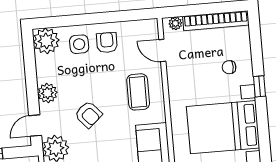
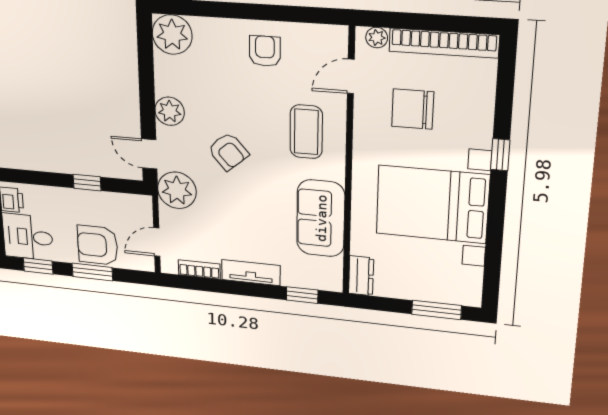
side table: (79, 44) -> (222, 47), removed
door: (162, 51) -> (351, 76), hinge flipped
chair: (229, 67) -> (413, 109), moved, width x1.87, depth x1.87
door: (35, 126) -> (149, 154), hinge flipped

